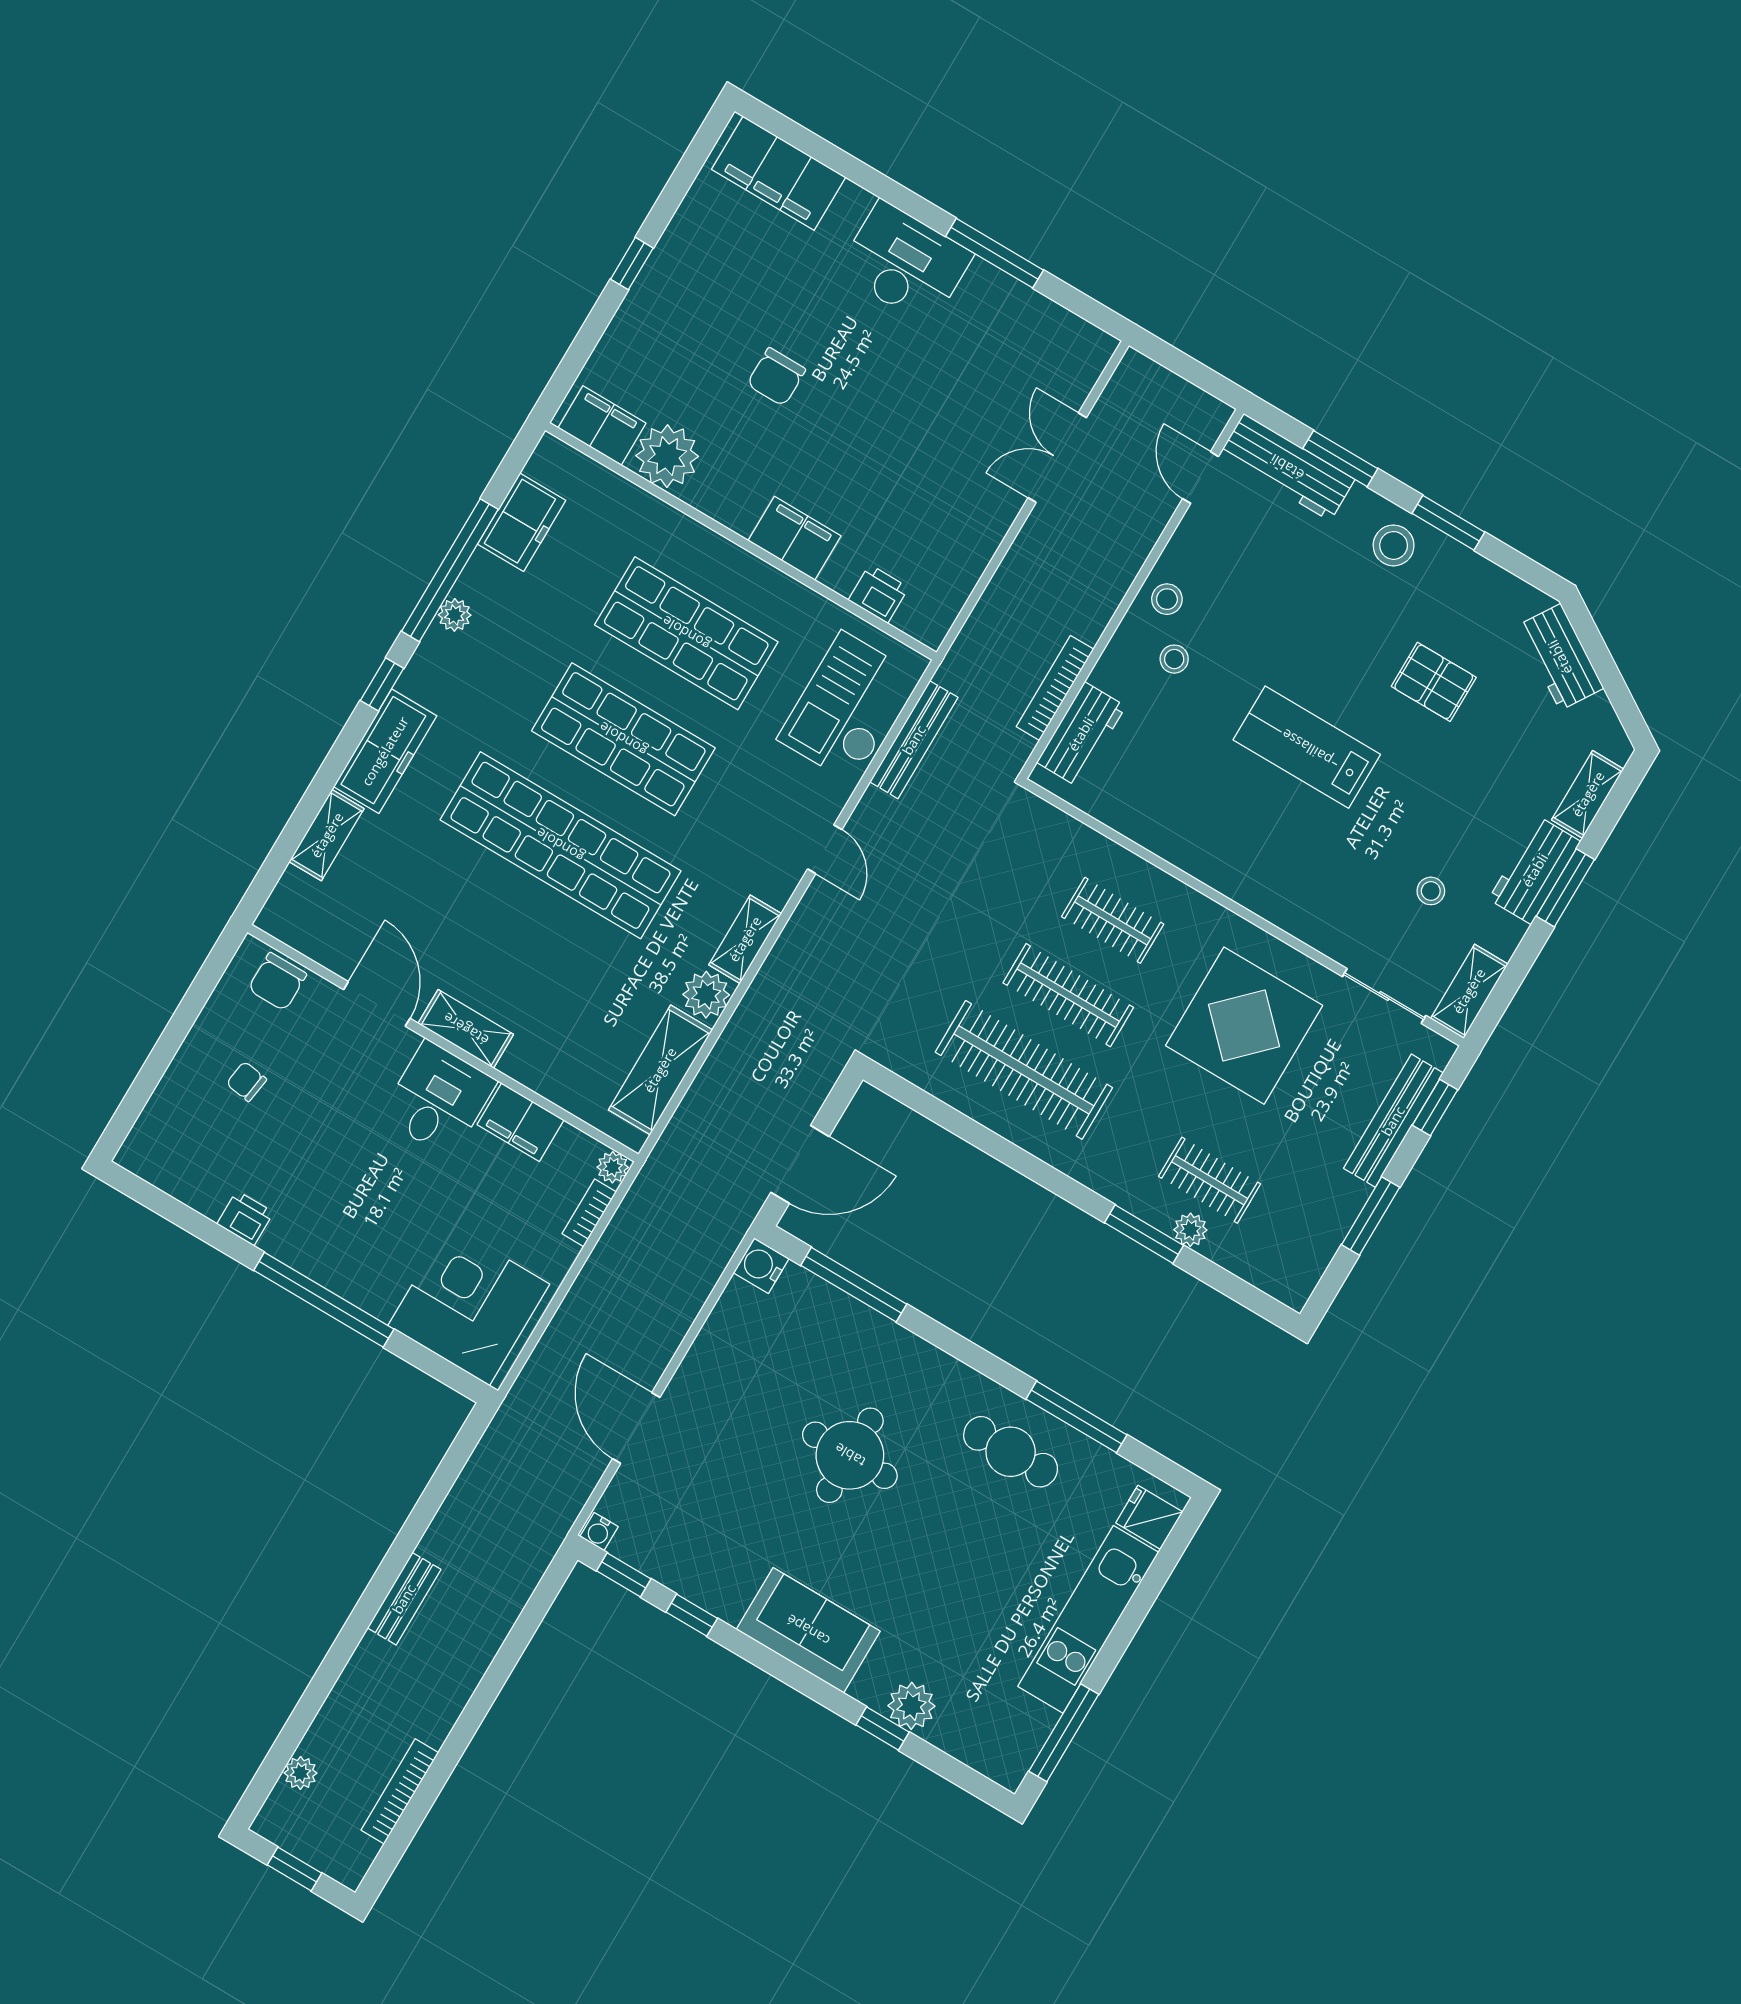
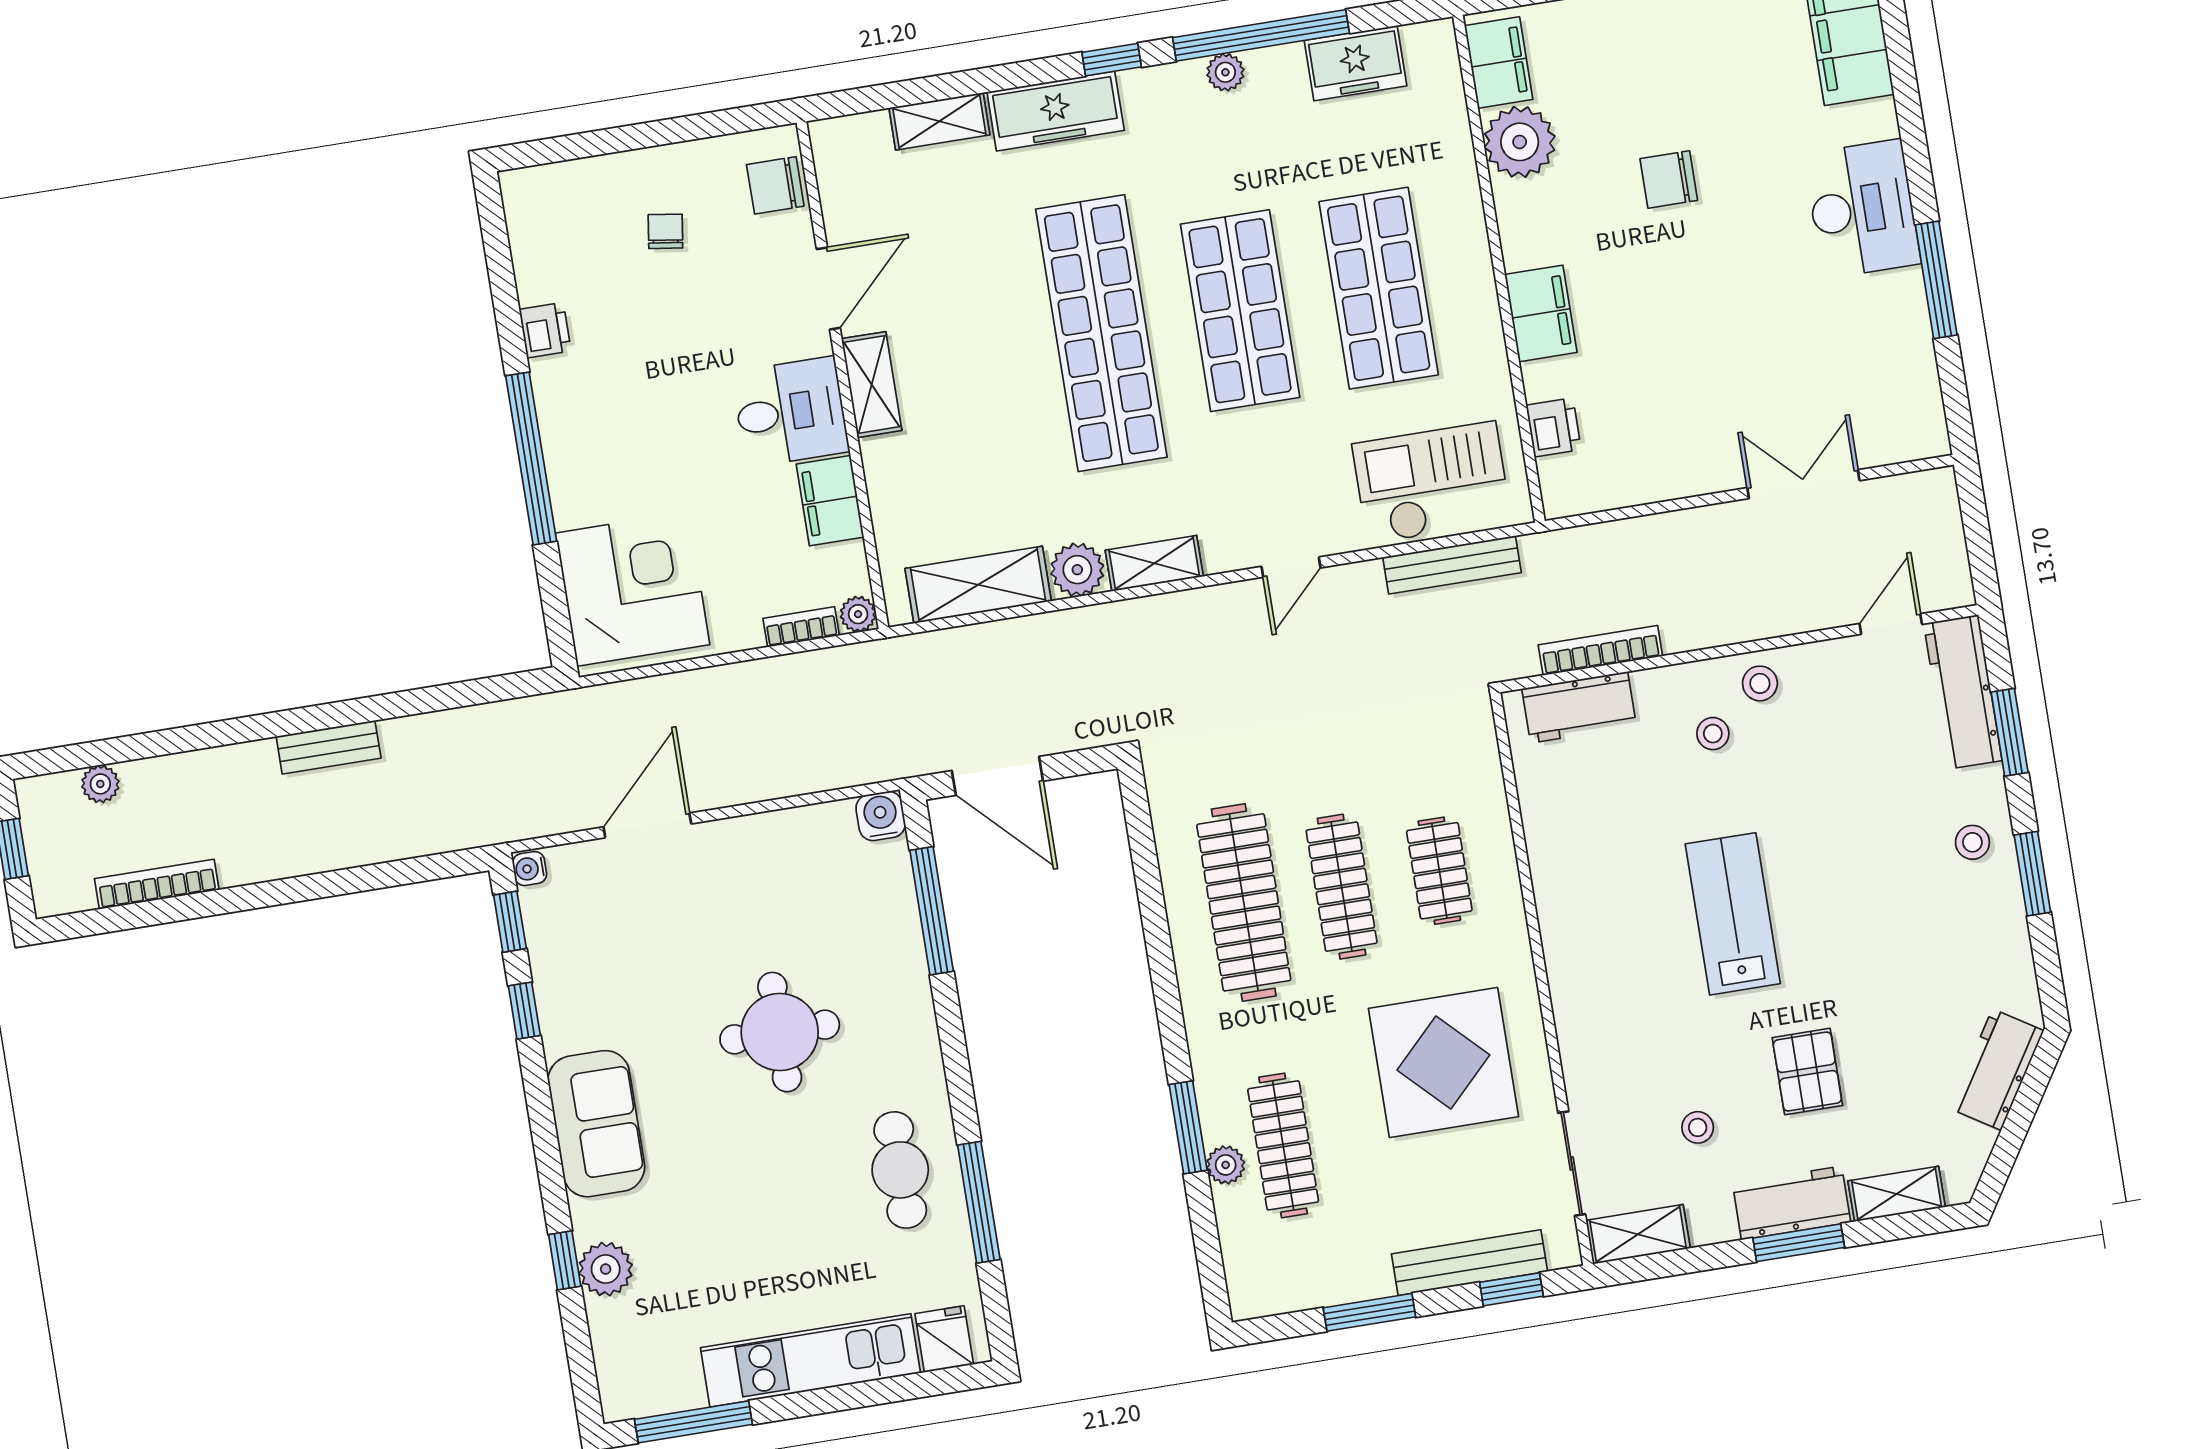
stool: (1394, 545) -> (1972, 842), width x0.73, depth x0.73
pallet: (1434, 682) -> (1807, 1071), moved
clothes rail: (1210, 1180) -> (1283, 1145), width x1.36

